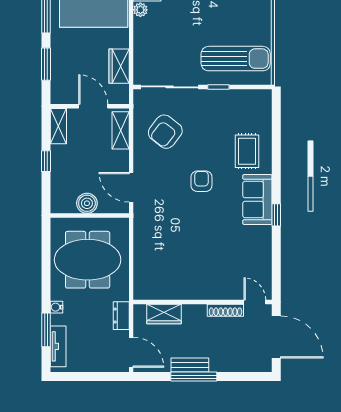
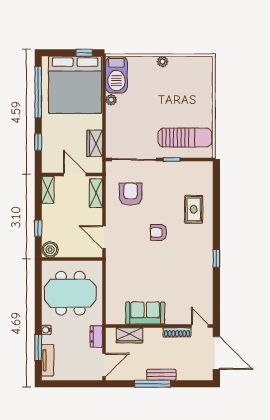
window: (46, 64) -> (38, 142), width x0.67
armchair: (165, 132) -> (131, 194), turned 142
window: (46, 161) -> (38, 228), moved
armchair: (201, 181) -> (159, 232), turned -90
sofa: (257, 200) -> (145, 313), moved, turned 90
boiler: (87, 203) -> (50, 250), moved
door: (131, 352) -> (104, 365), hinge flipped
bench: (190, 365) -> (161, 375), moved

